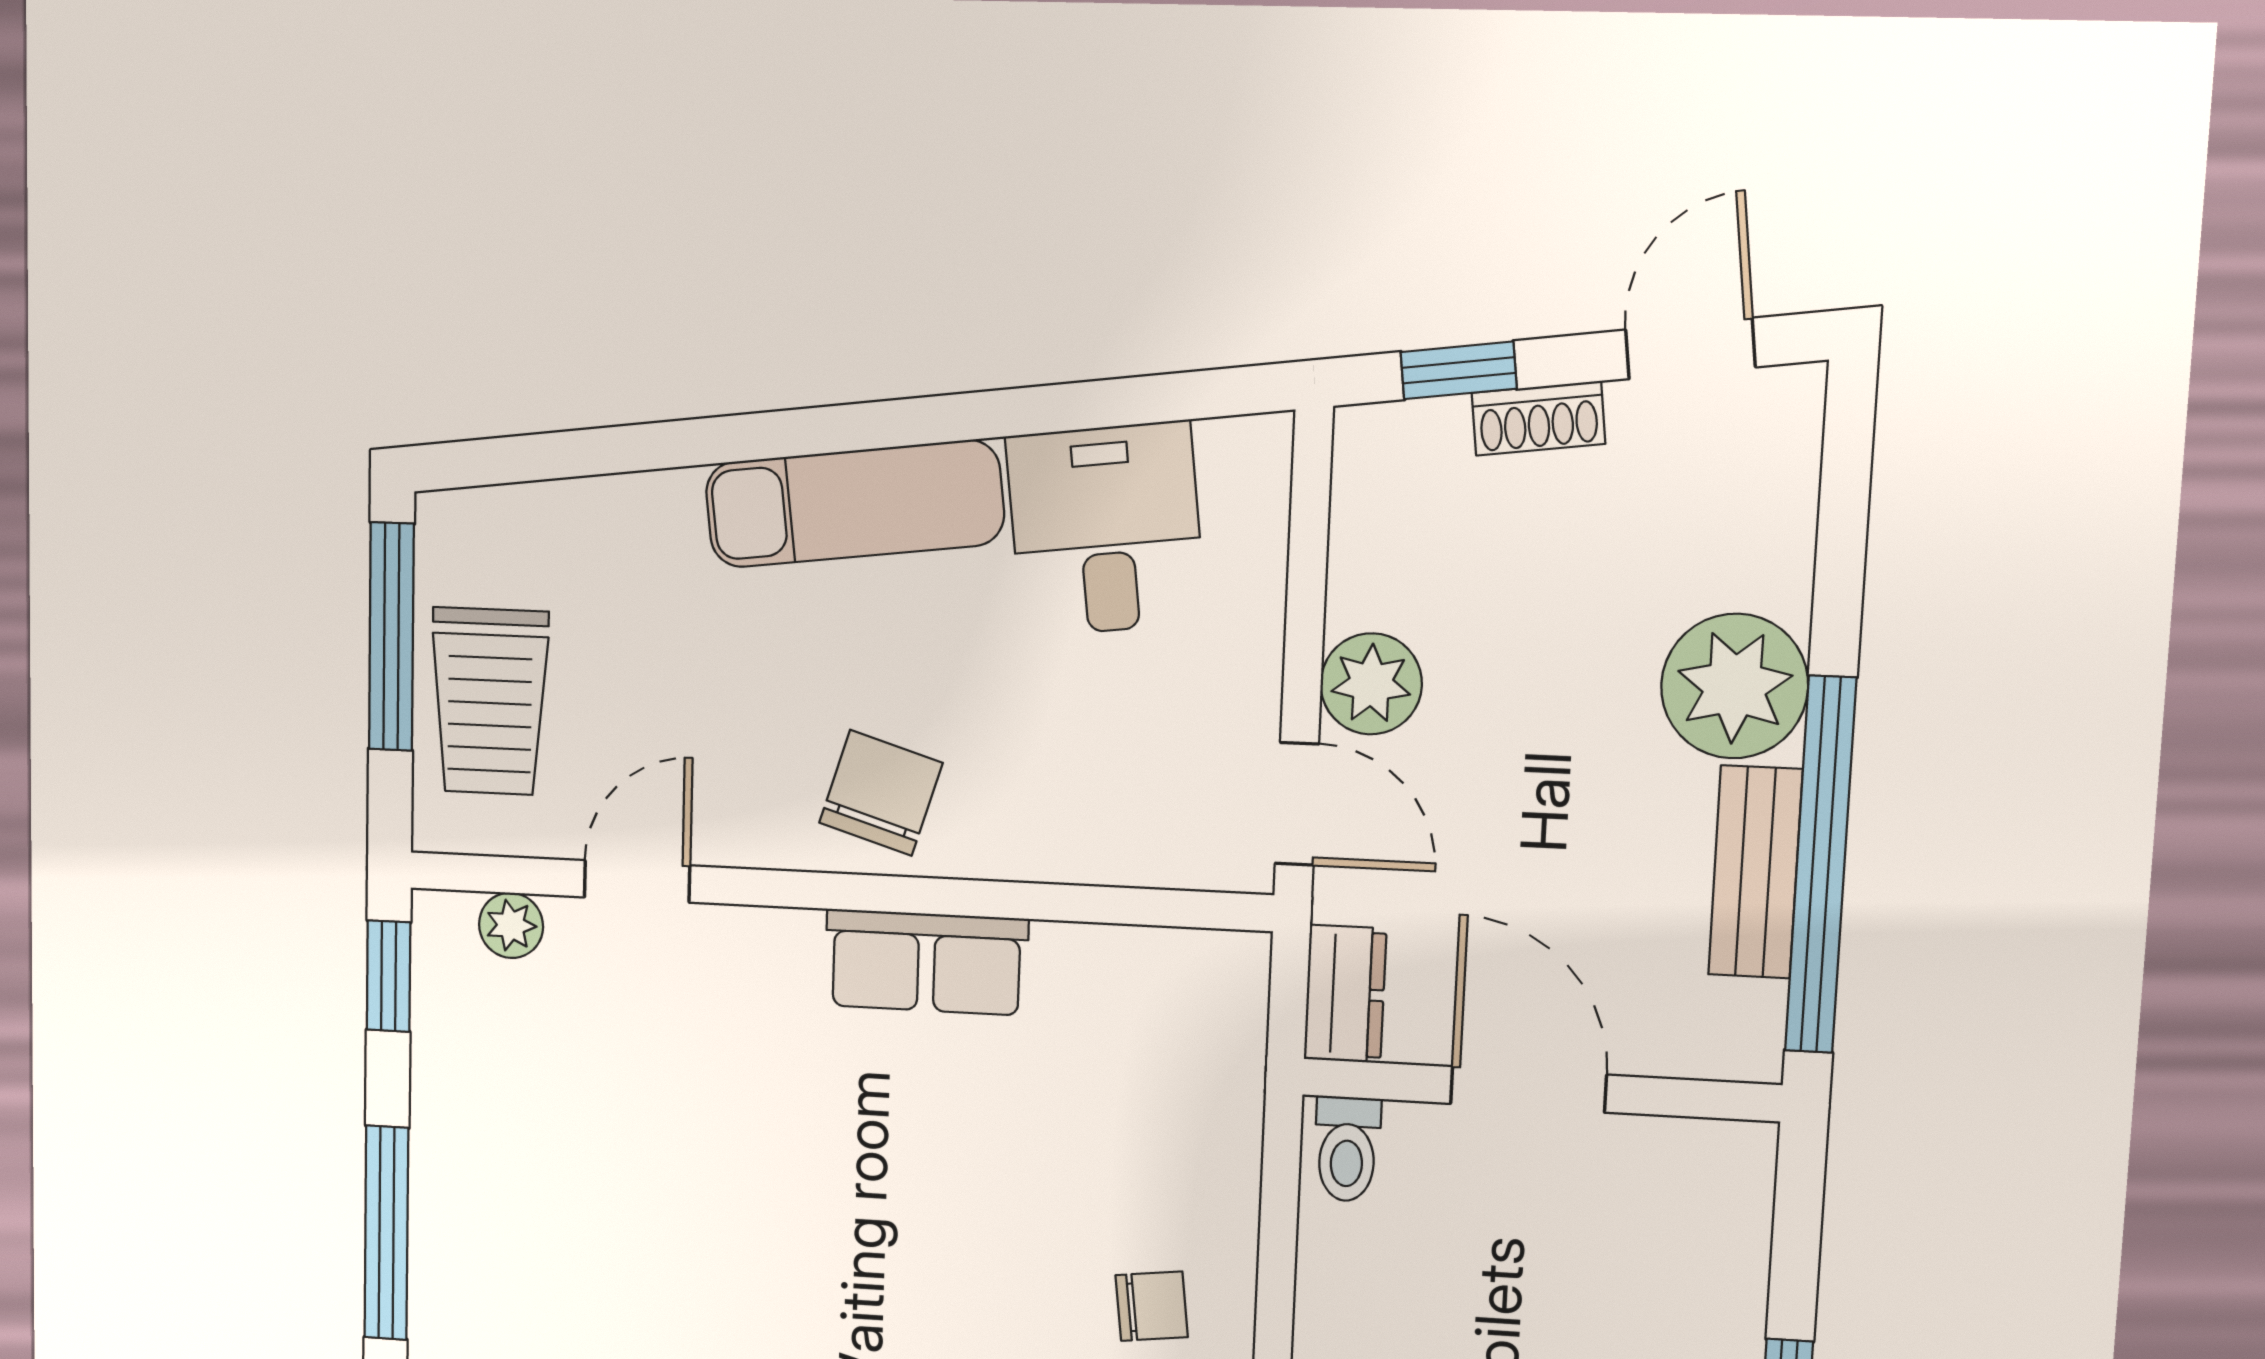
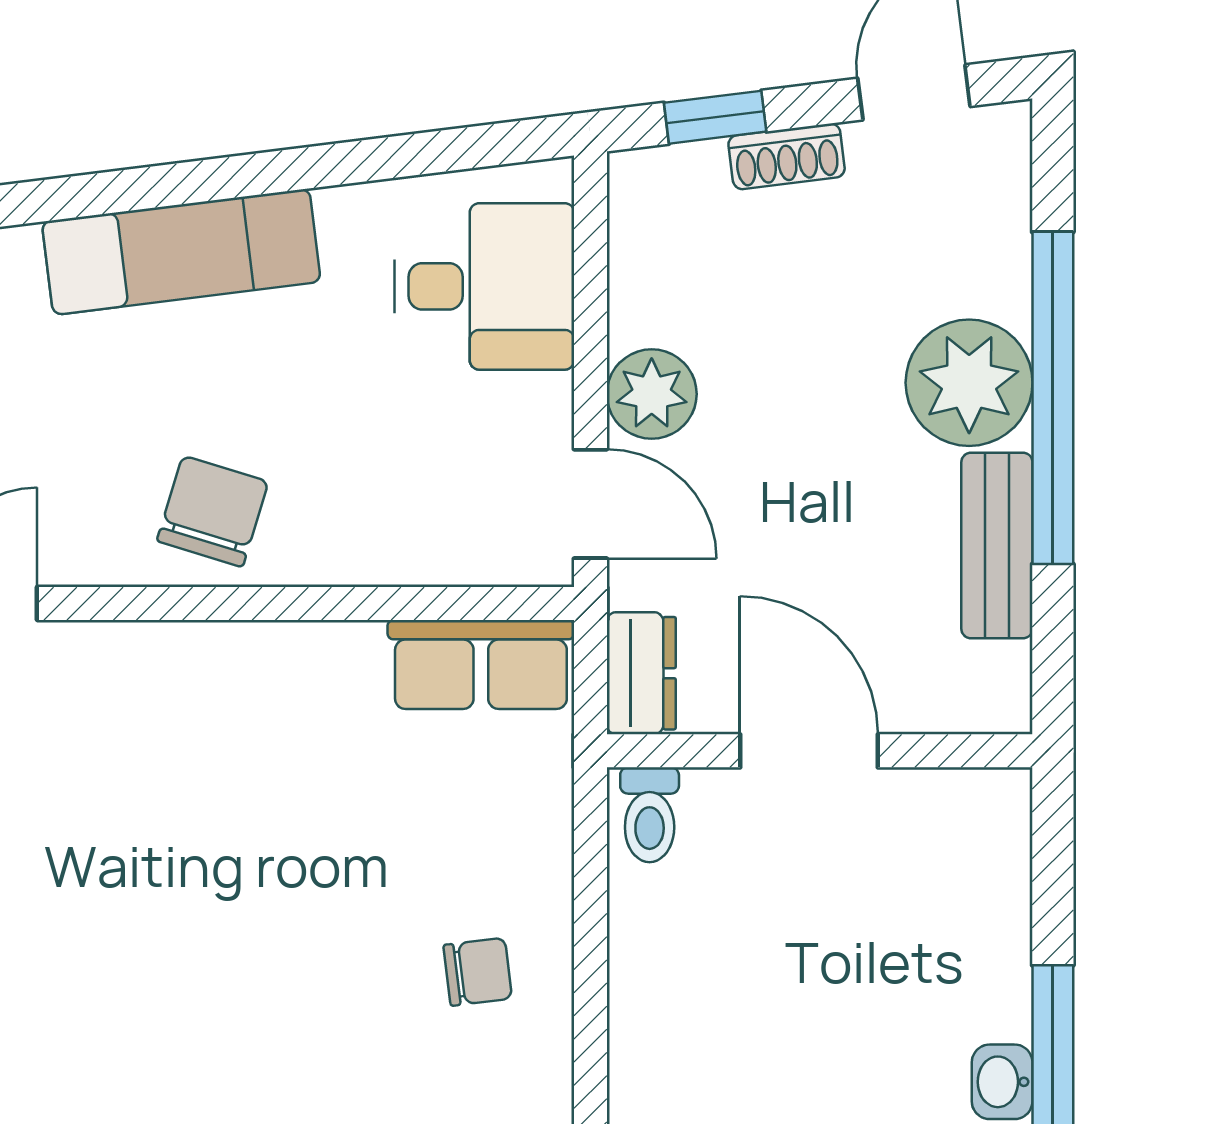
desk: (1106, 529) -> (484, 286), moved, turned 97
window: (1821, 865) -> (1053, 398), moved
row of seats: (926, 962) -> (481, 664), moved

